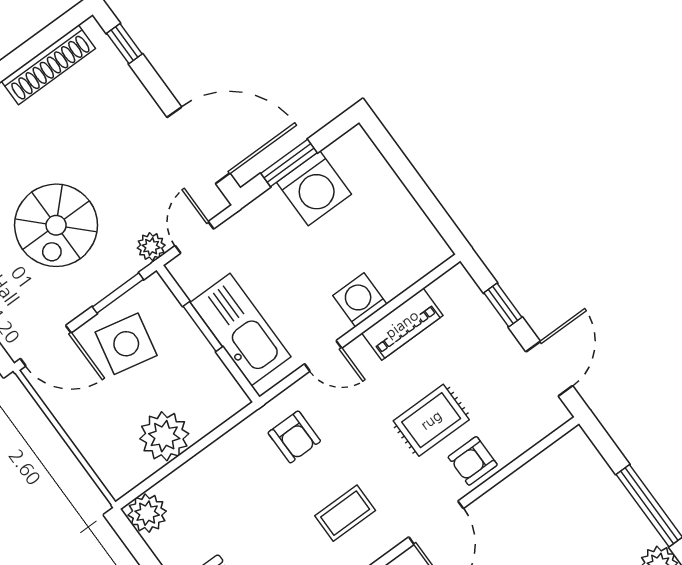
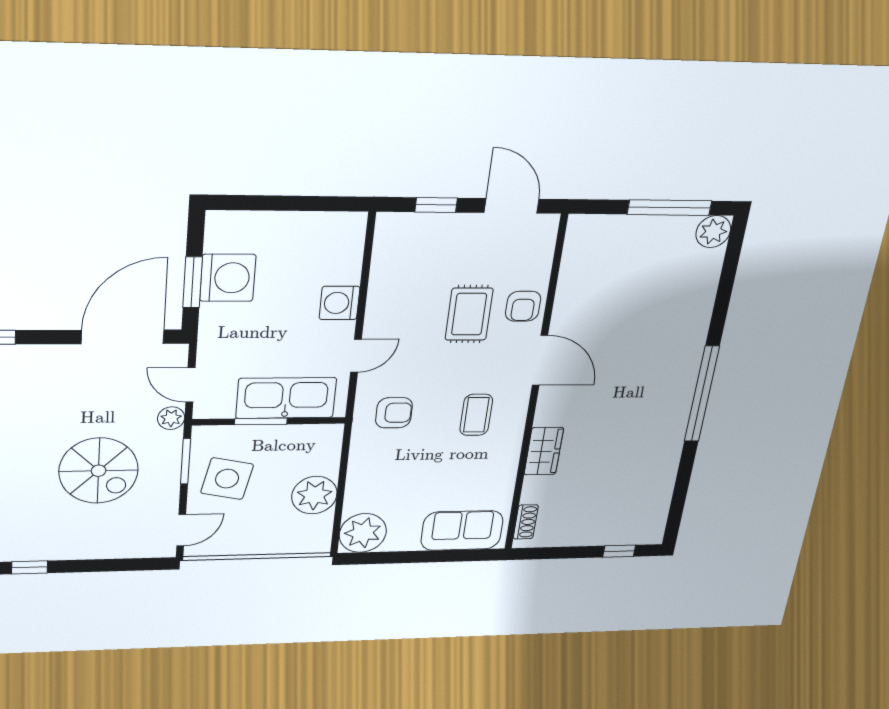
piano: (402, 324) -> (384, 286), removed
door: (46, 346) -> (181, 530), width x0.73
plant: (147, 513) -> (363, 533), width x1.36, depth x1.36

